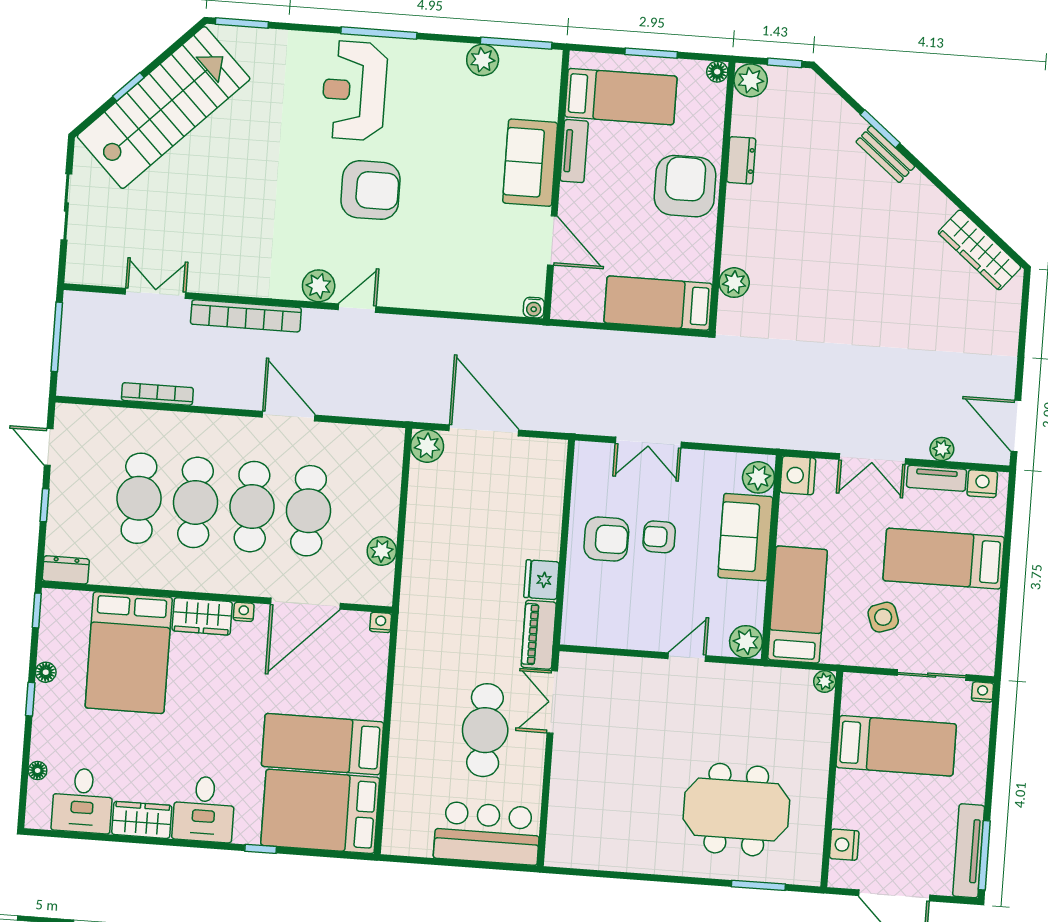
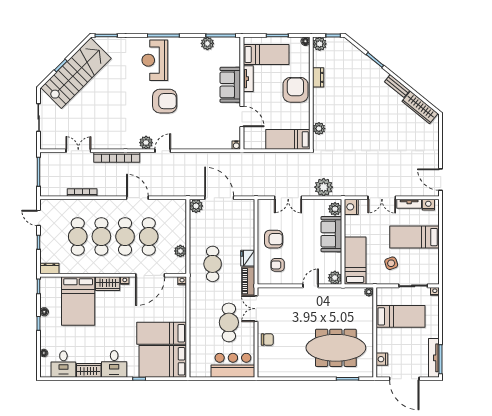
bench: (885, 154) -> (397, 86), moved
plant: (942, 449) -> (324, 187), moved, width x1.88, depth x1.88
armchair: (659, 537) -> (278, 265), moved
cafe table: (456, 587) -> (213, 264), added
chair: (574, 778) -> (267, 340), added
meeting table: (736, 810) -> (336, 348), width x1.36

